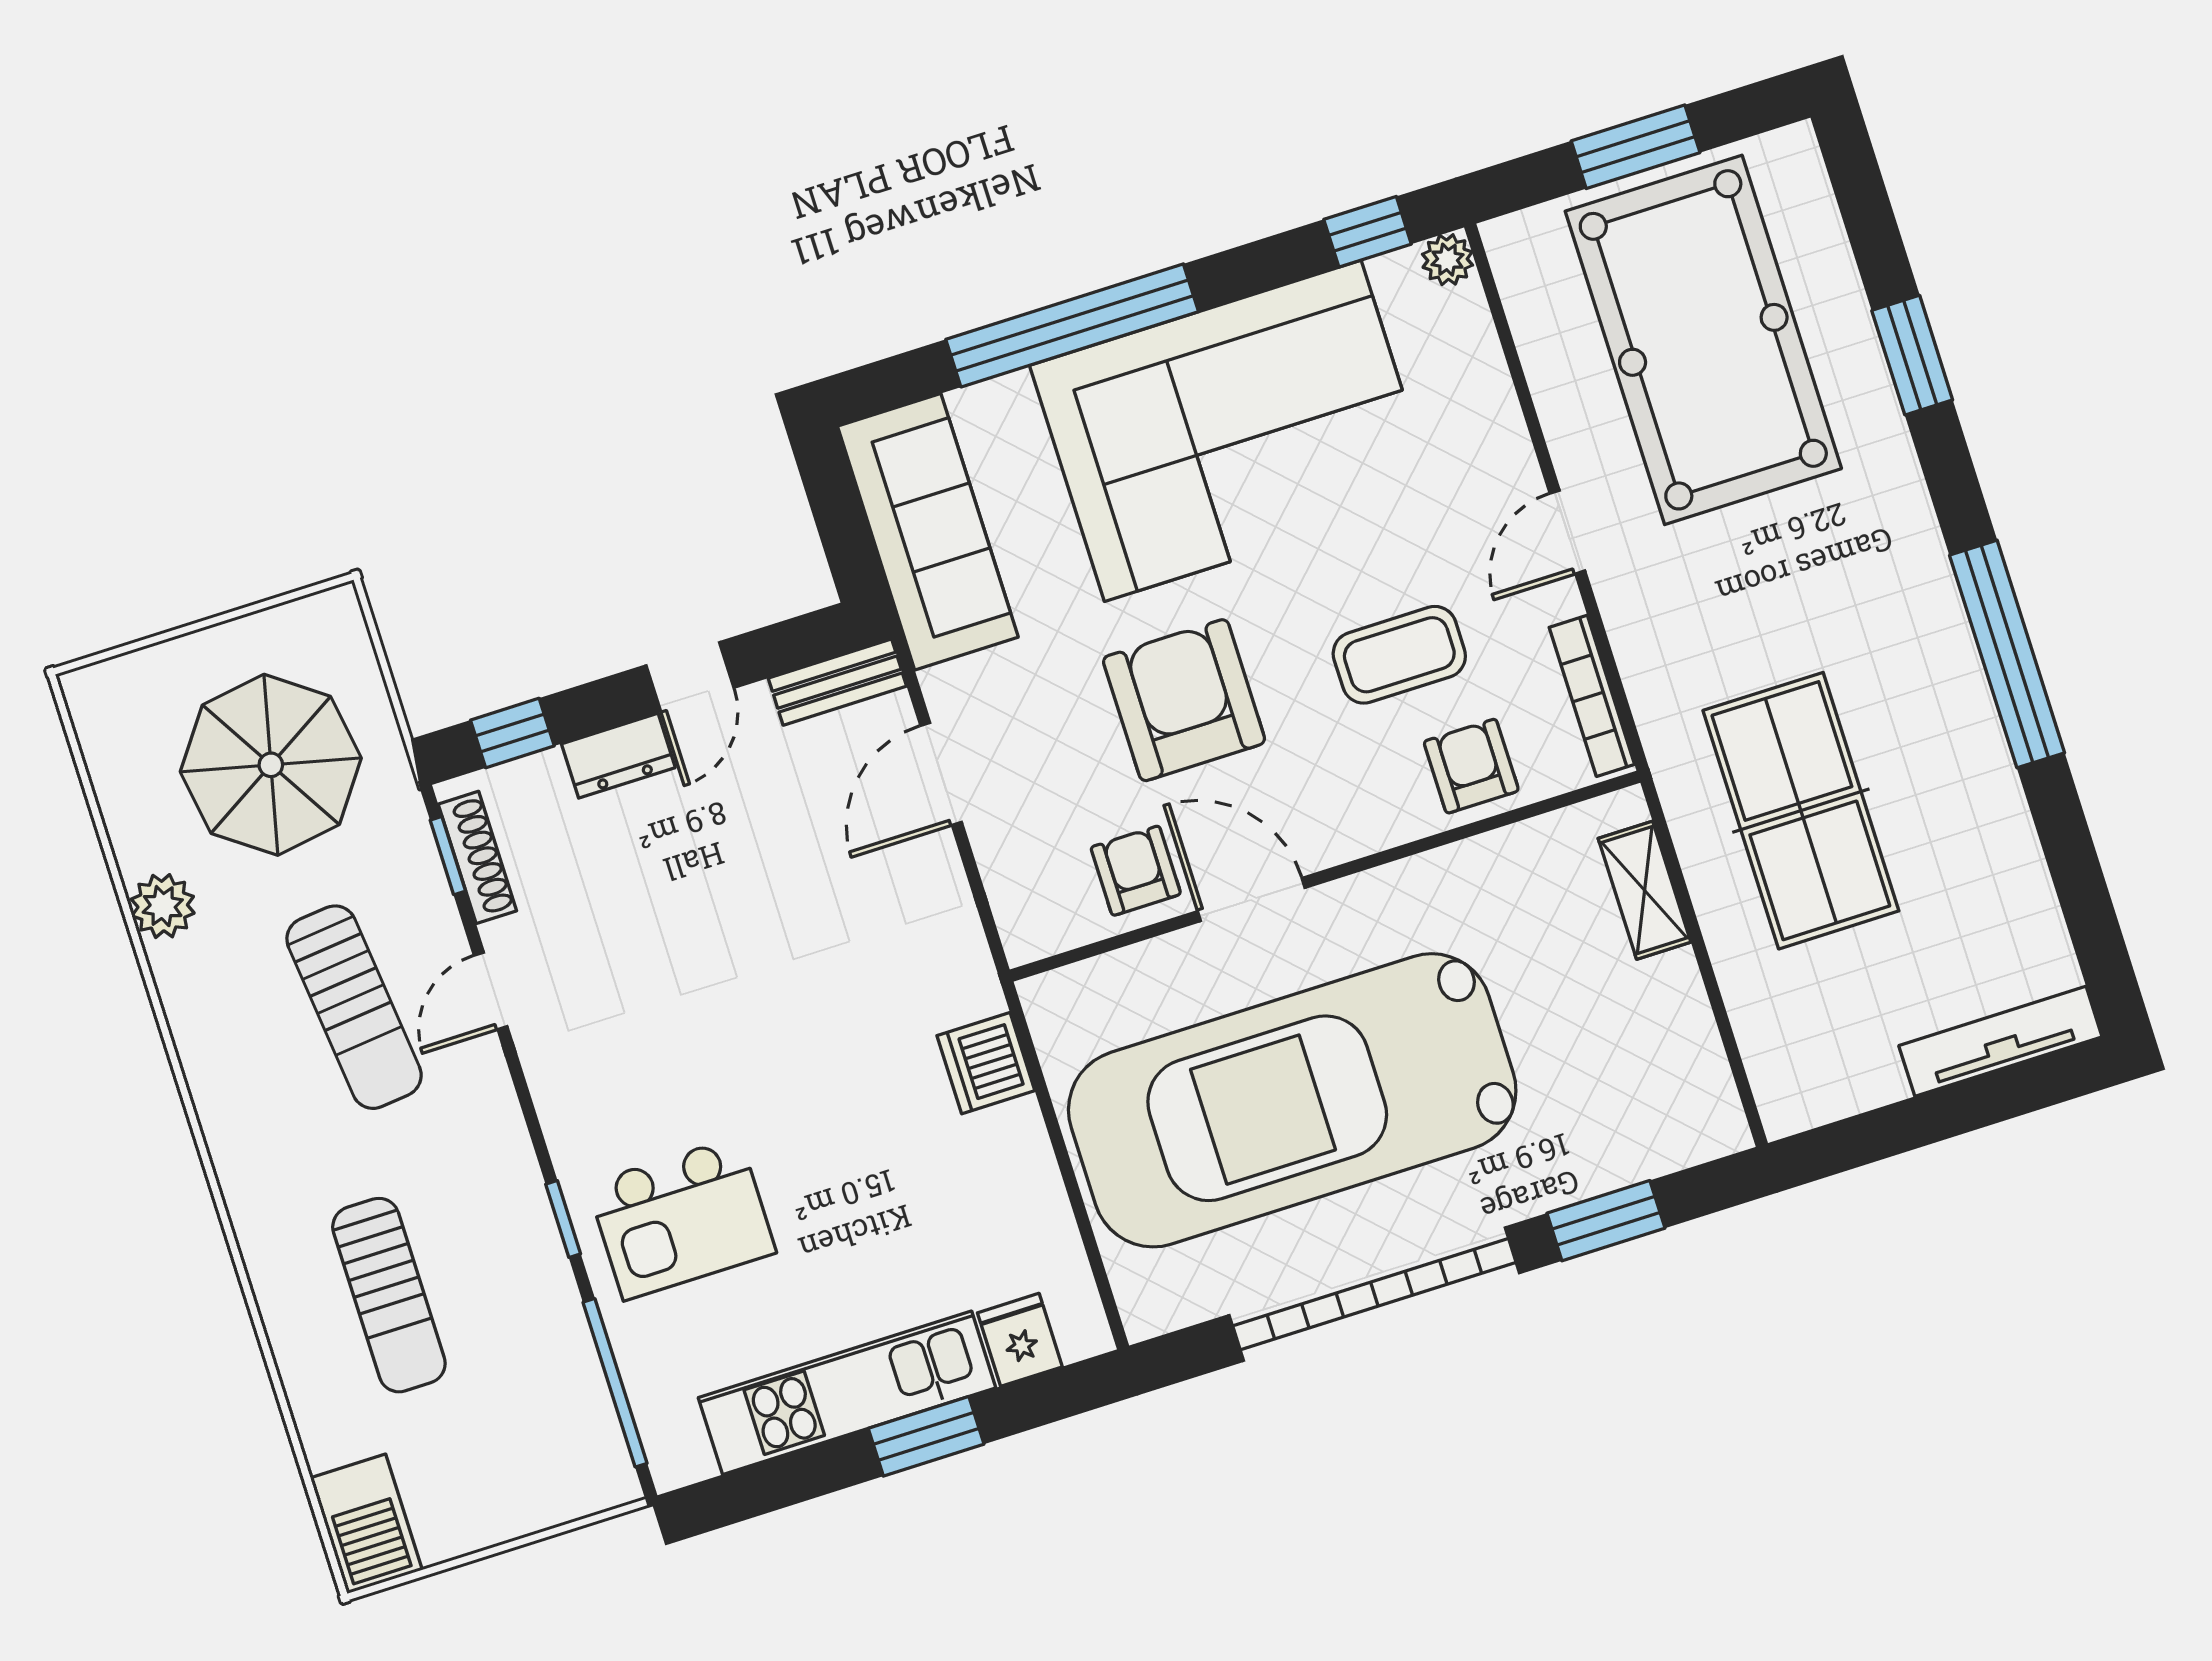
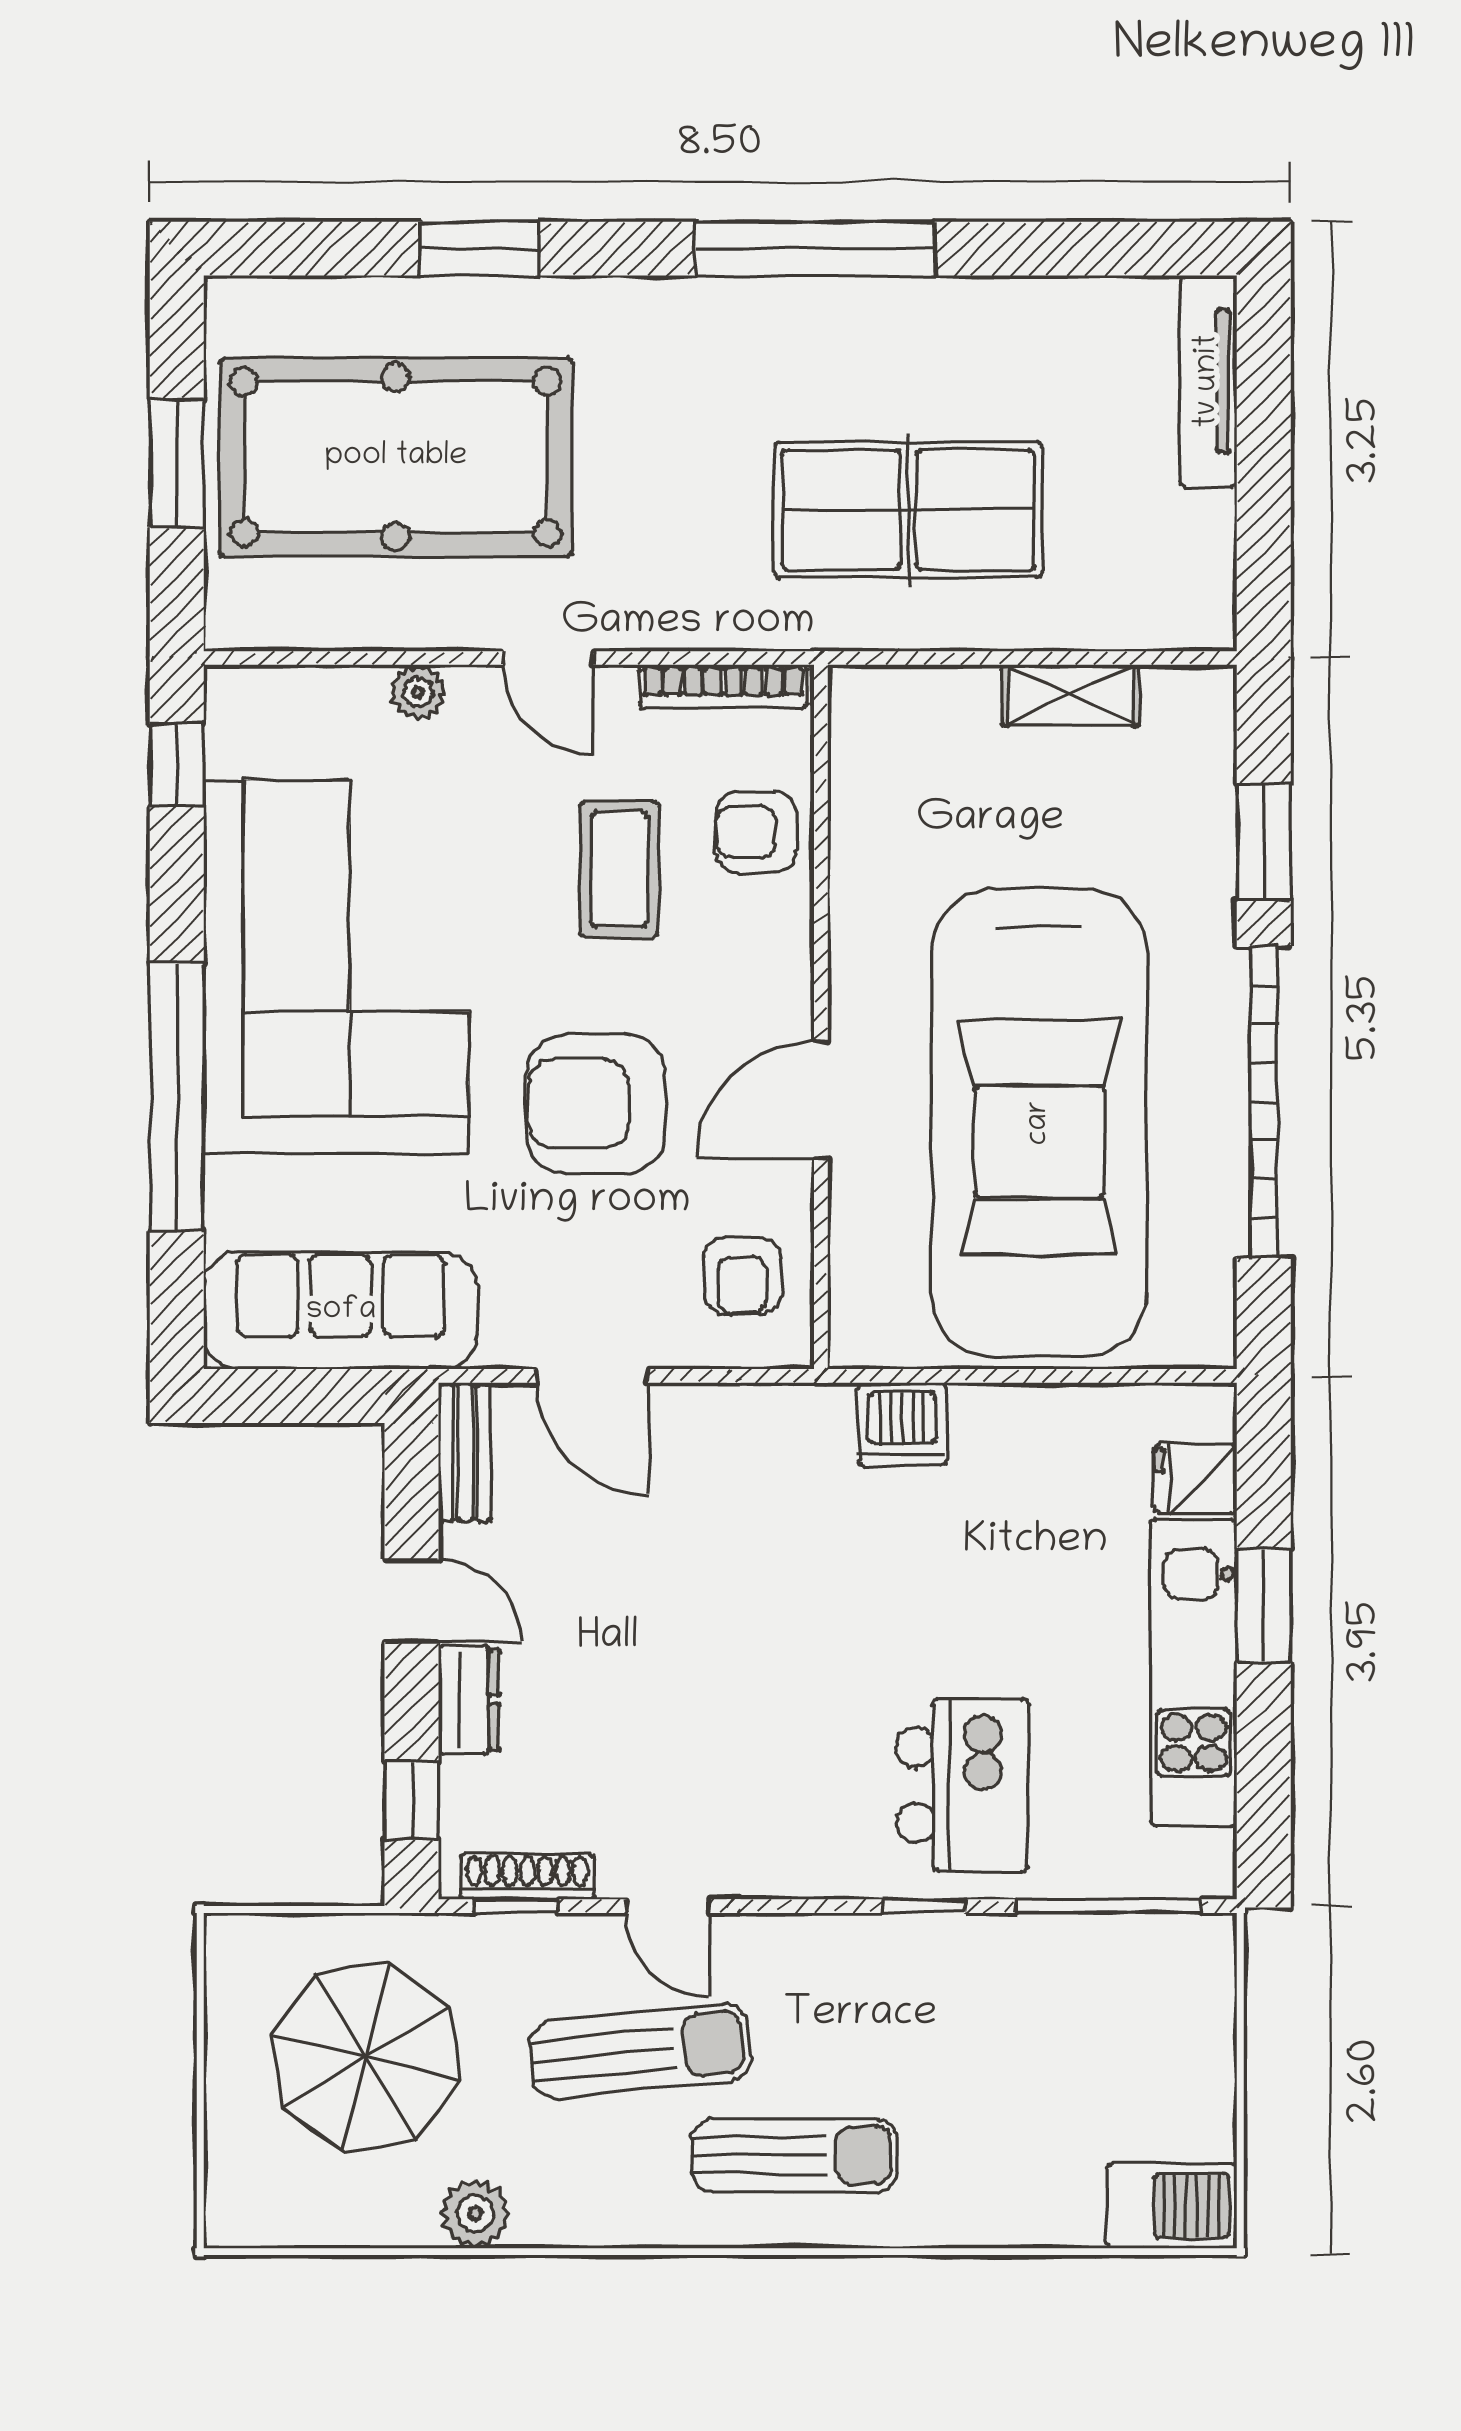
plant: (1447, 260) -> (418, 692), moved
armchair: (1136, 871) -> (742, 1276), moved, turned -90
shelving: (1645, 890) -> (1071, 695), moved
sun lounger: (389, 1295) -> (794, 2155), moved

